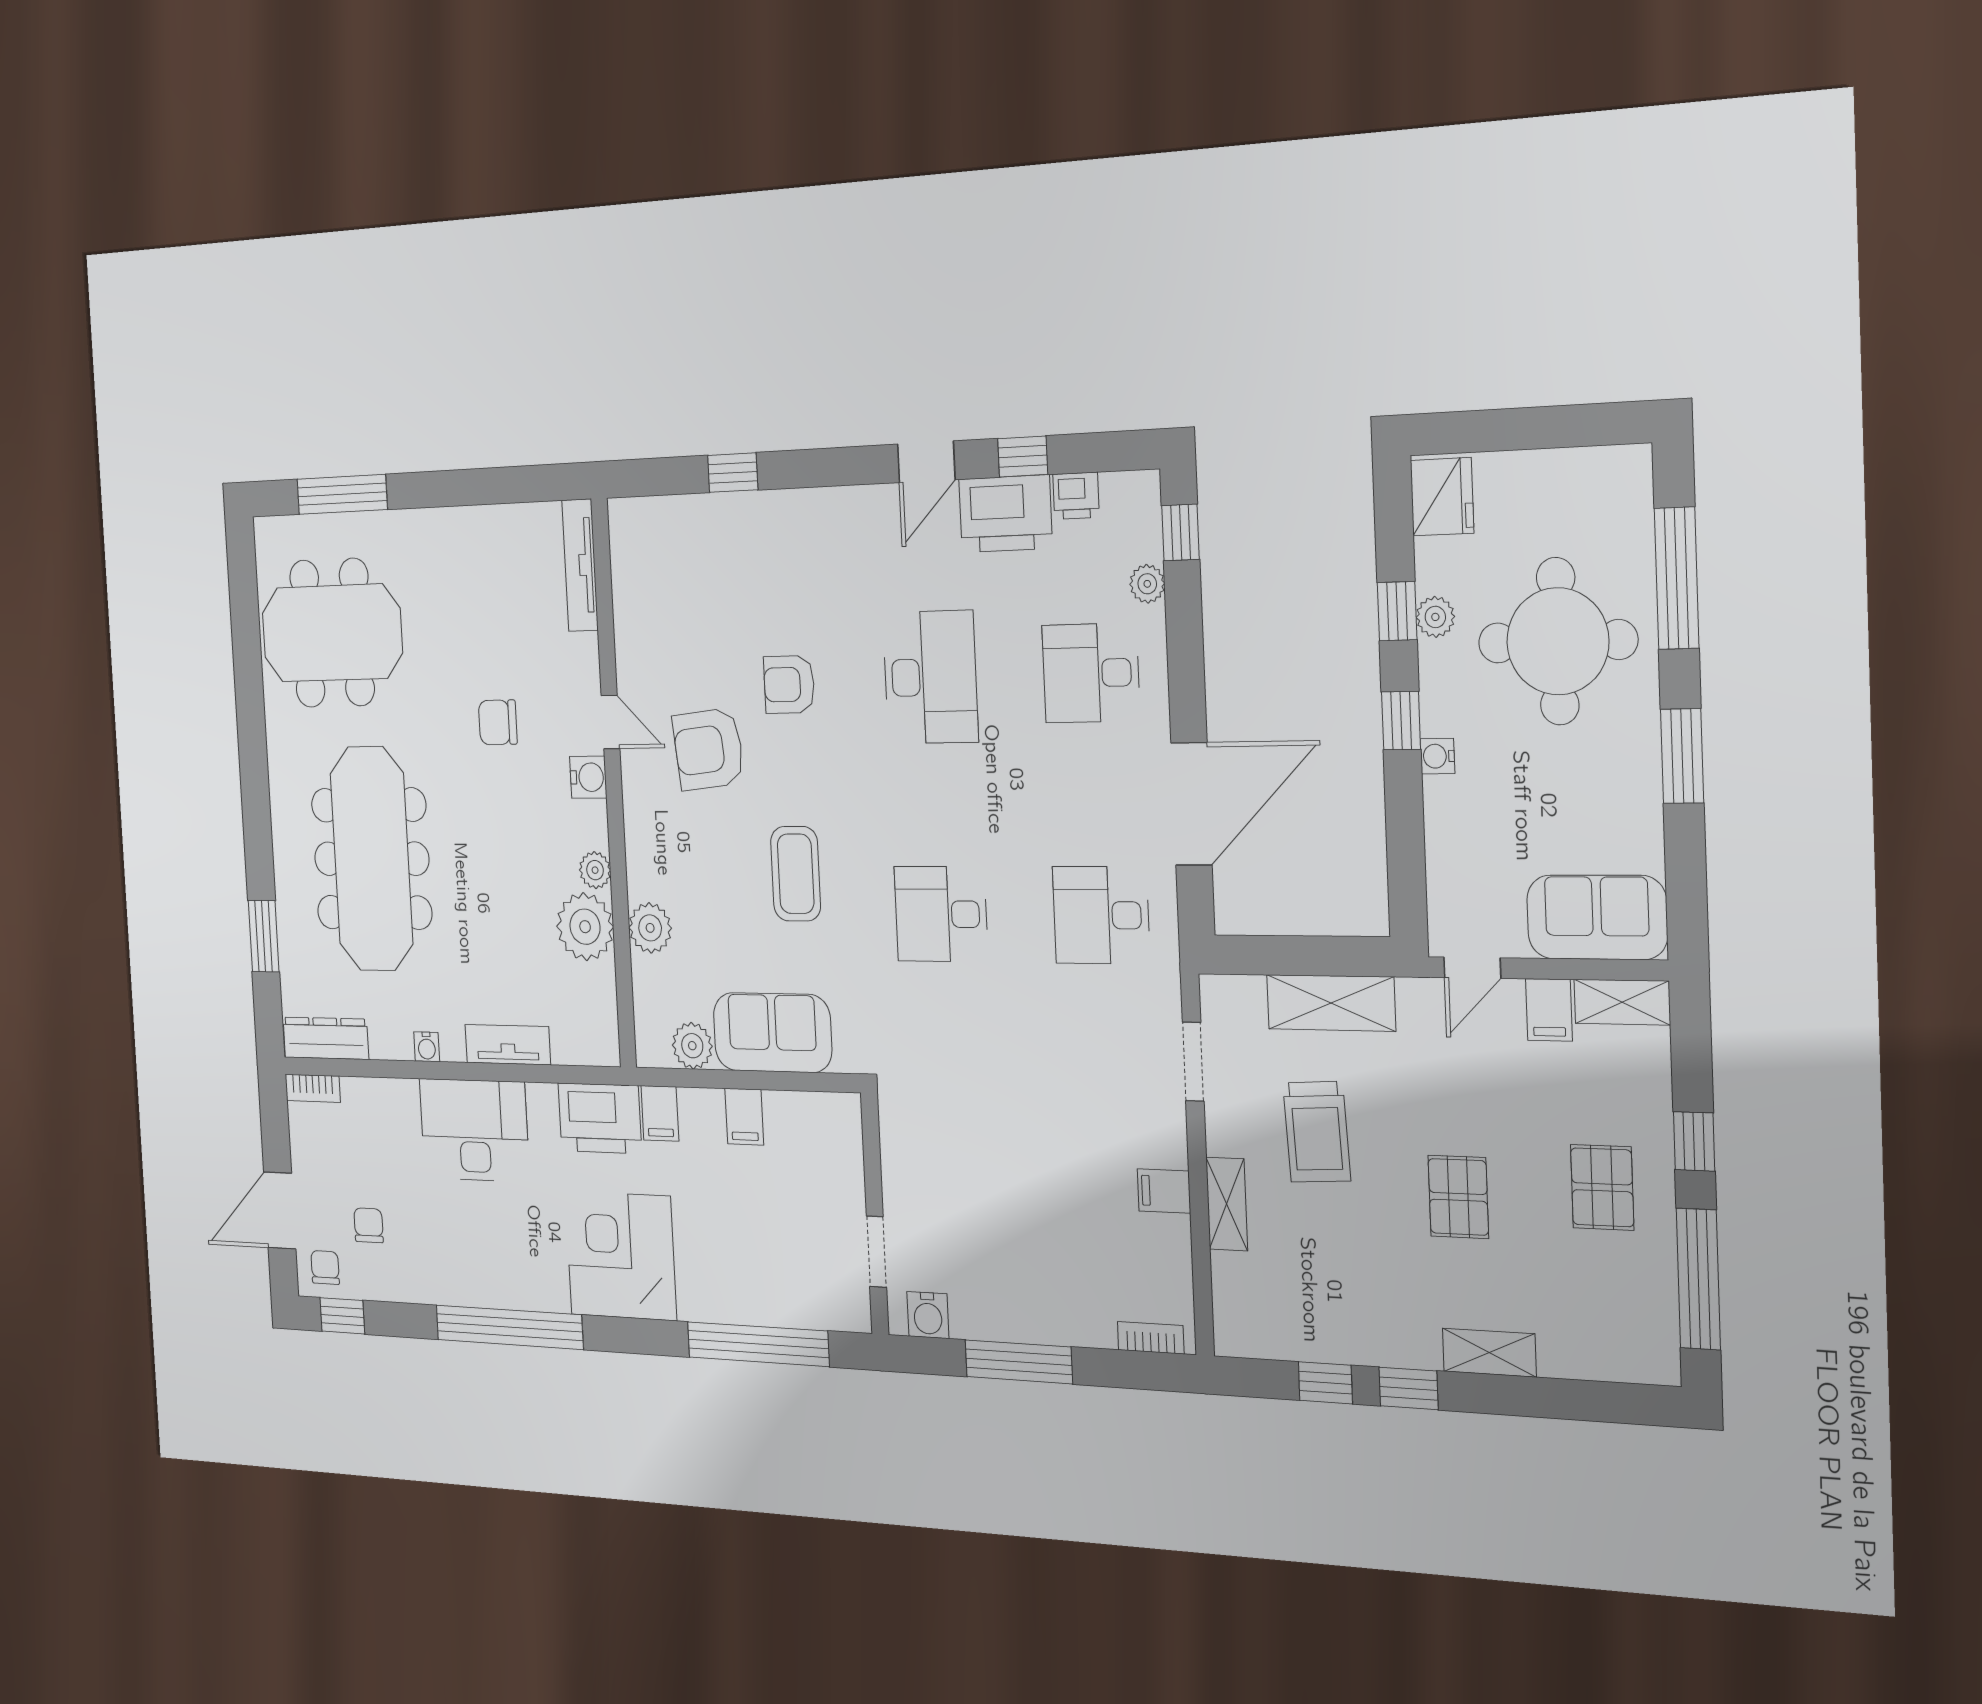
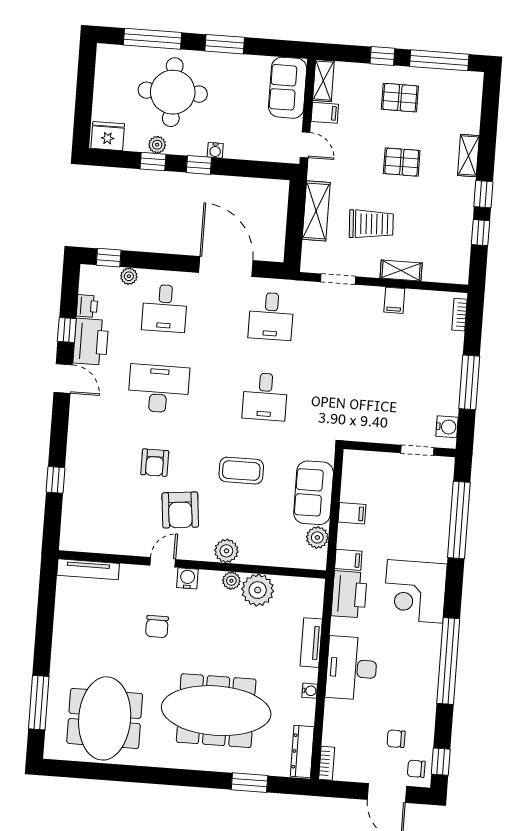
plant: (650, 928) -> (226, 551), moved

